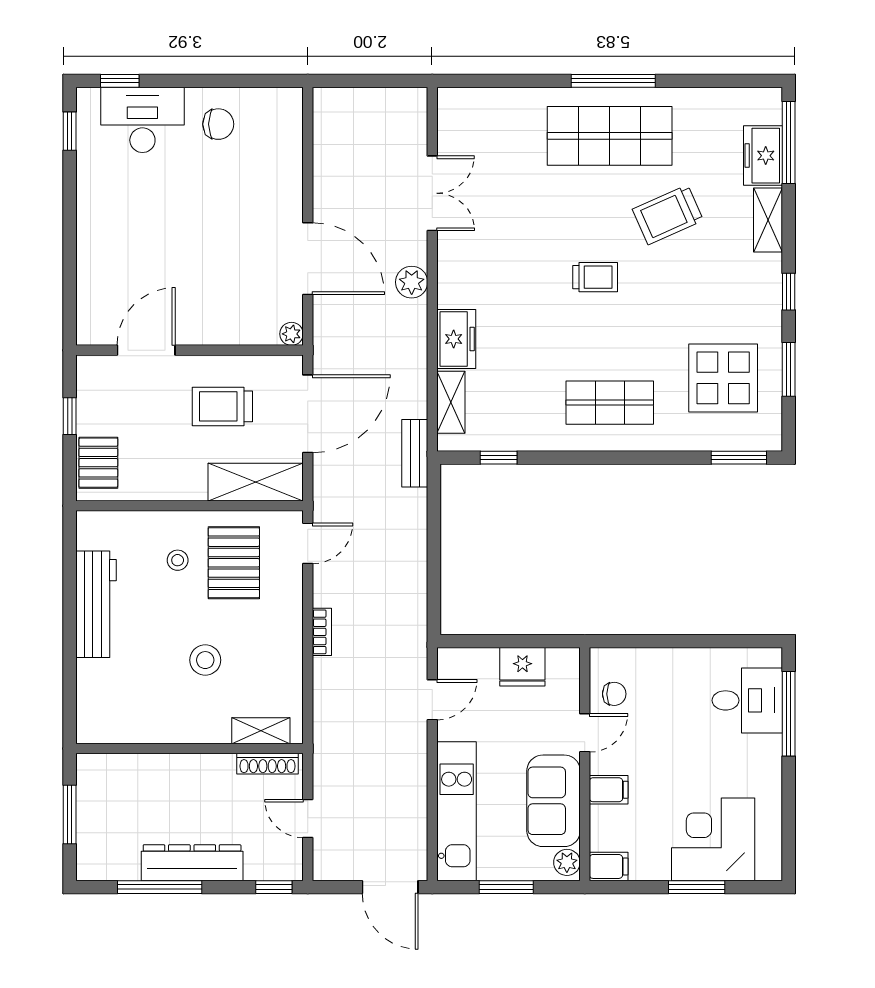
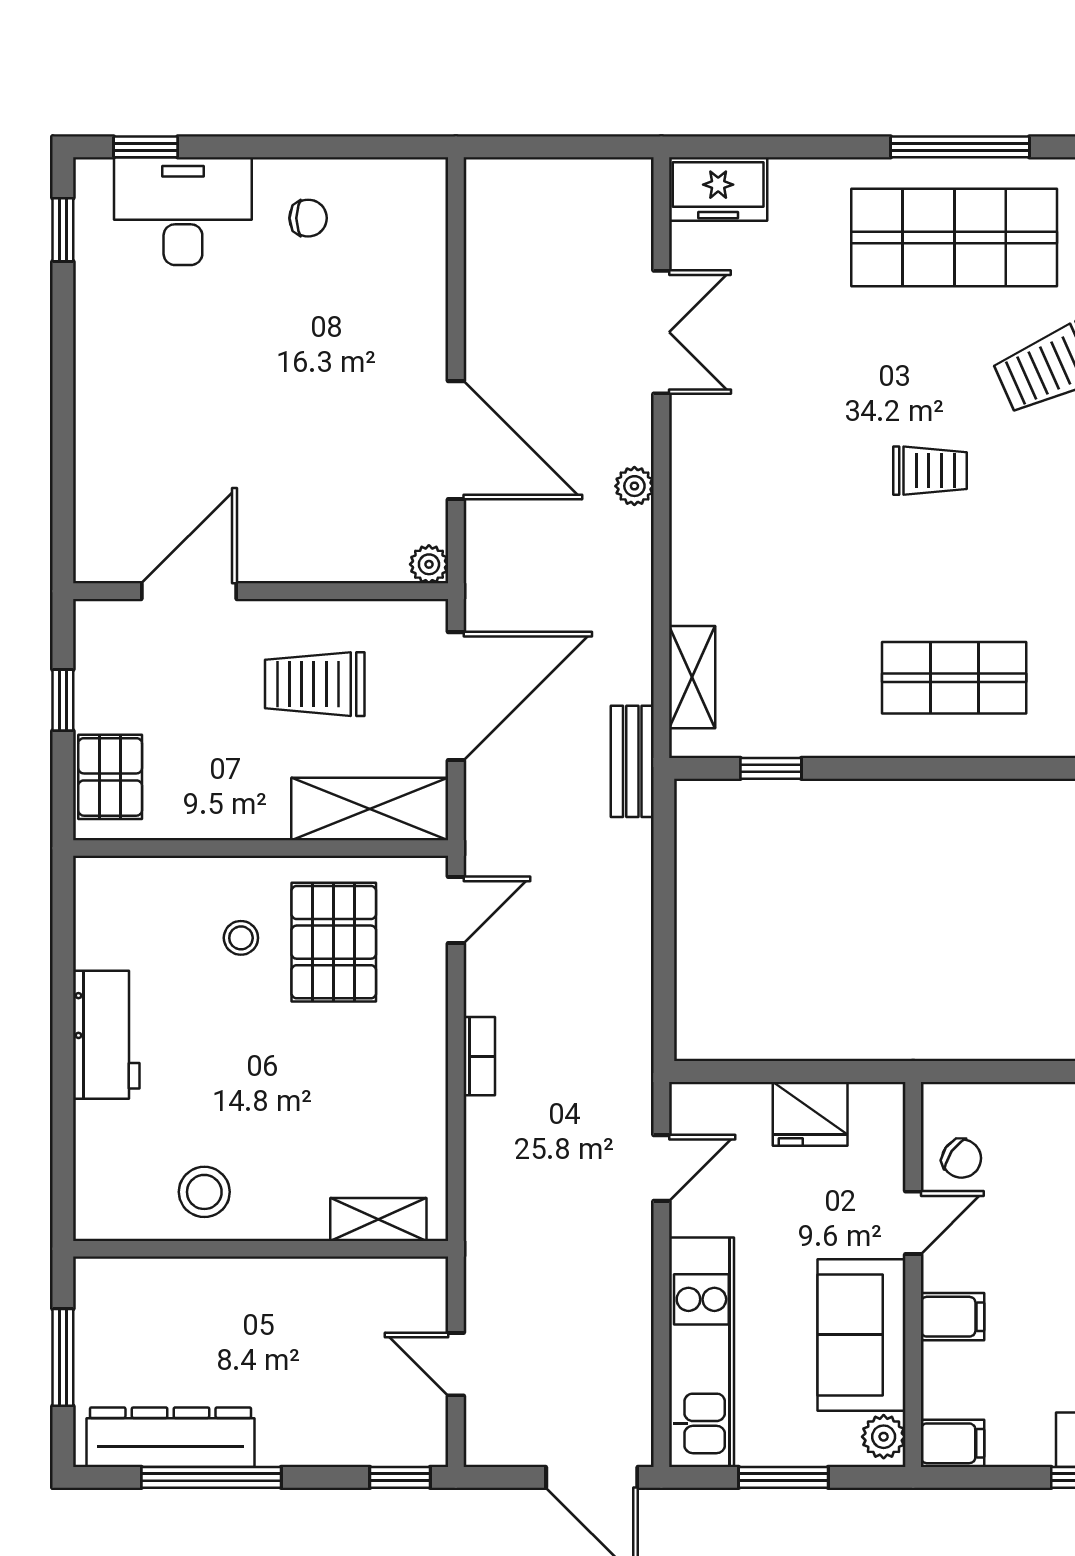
chair: (218, 124) -> (308, 218), width x0.73, depth x0.73
plant: (412, 282) -> (634, 486), width x0.73, depth x0.73
freezer: (456, 339) -> (718, 189), moved, turned 90
workbench: (96, 604) -> (106, 1035), width x0.73
stool: (205, 660) -> (204, 1192), moved
chair: (614, 694) -> (962, 1159), turned 35
shoe rack: (268, 764) -> (389, 1274), removed
dresser: (192, 863) -> (170, 1437), moved

